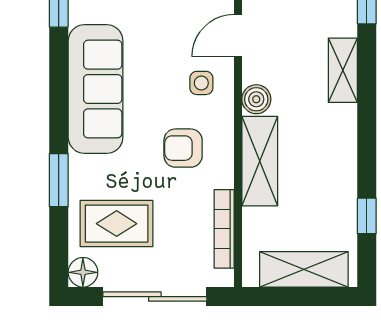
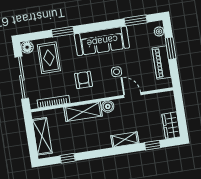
side table: (201, 83) -> (117, 72), moved

